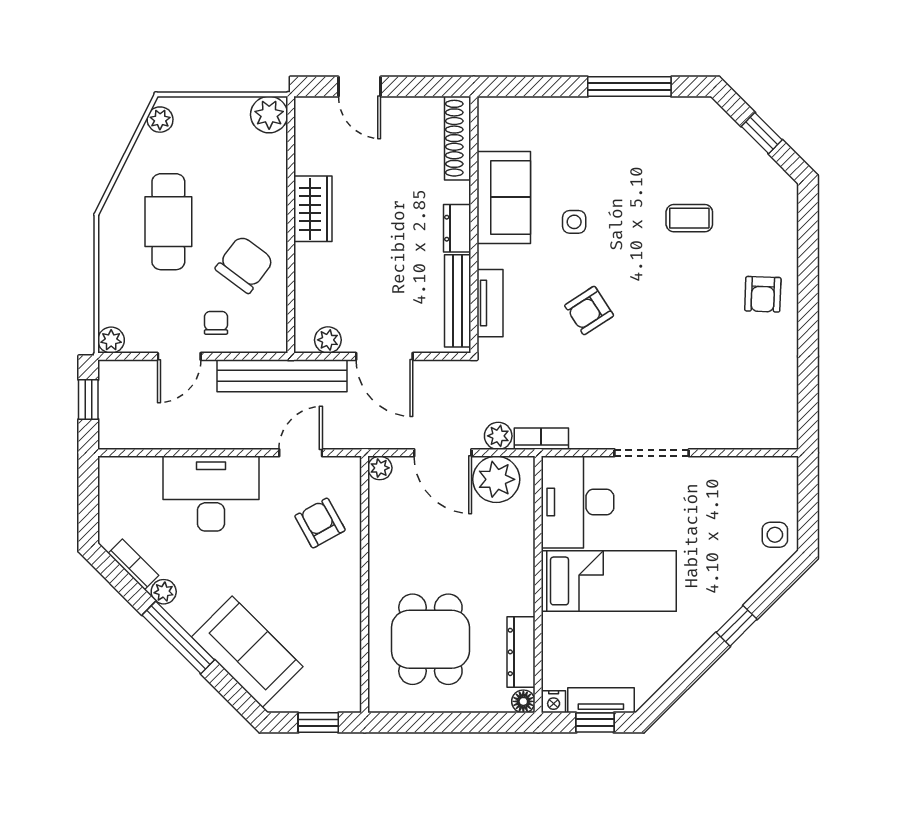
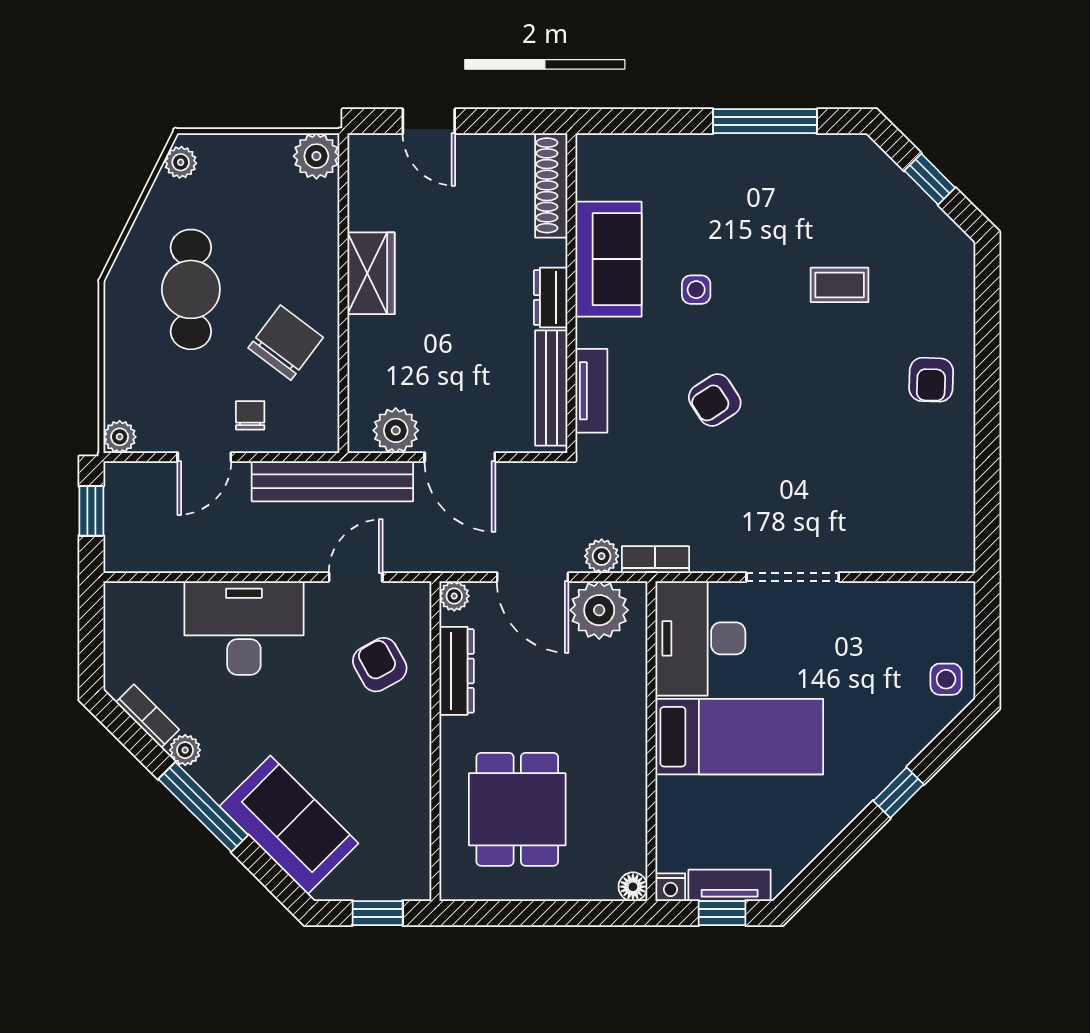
plant: (328, 340) -> (396, 430), width x1.38, depth x1.38
dresser: (521, 652) -> (457, 671), moved, turned 180

